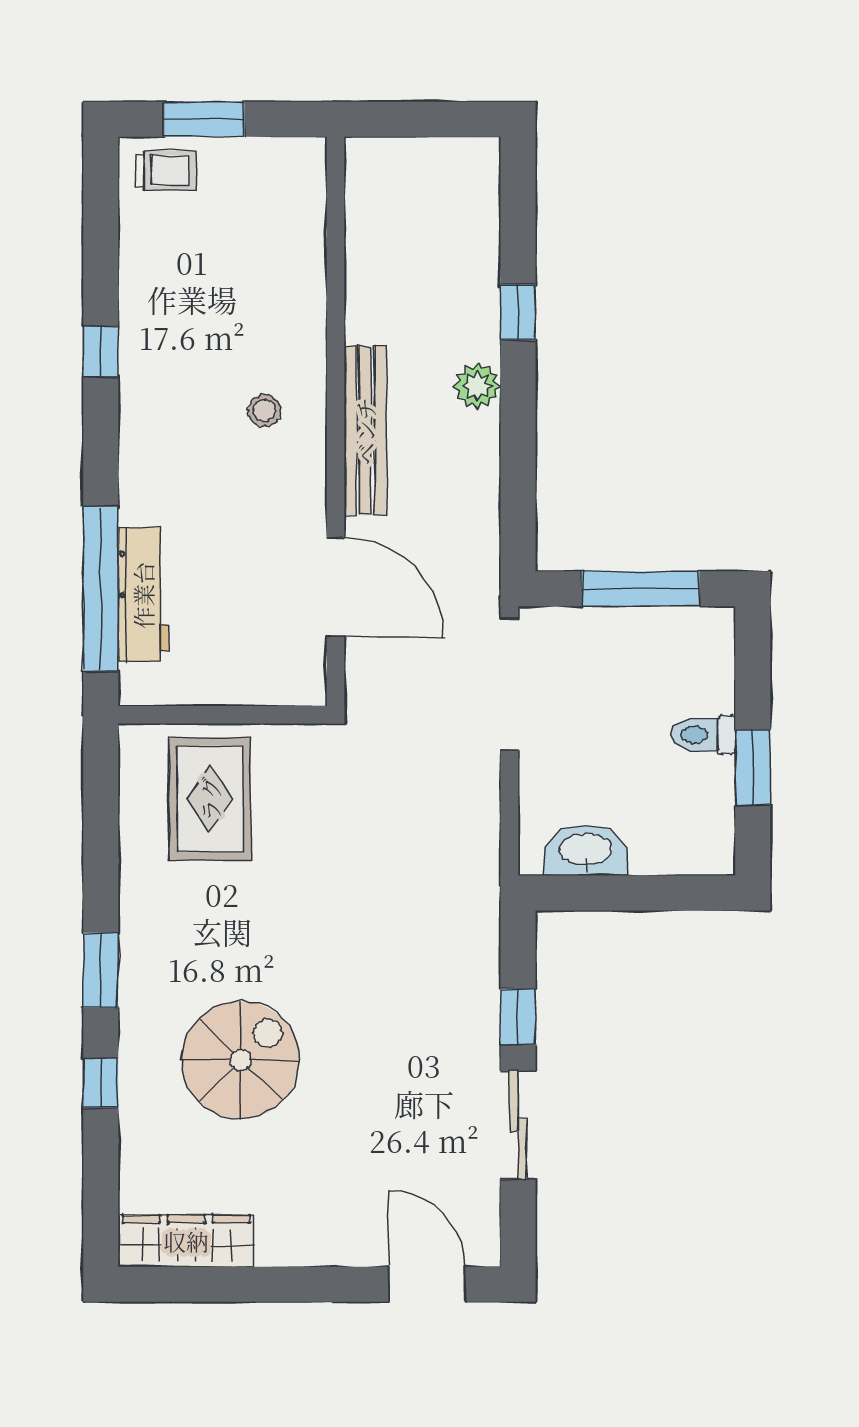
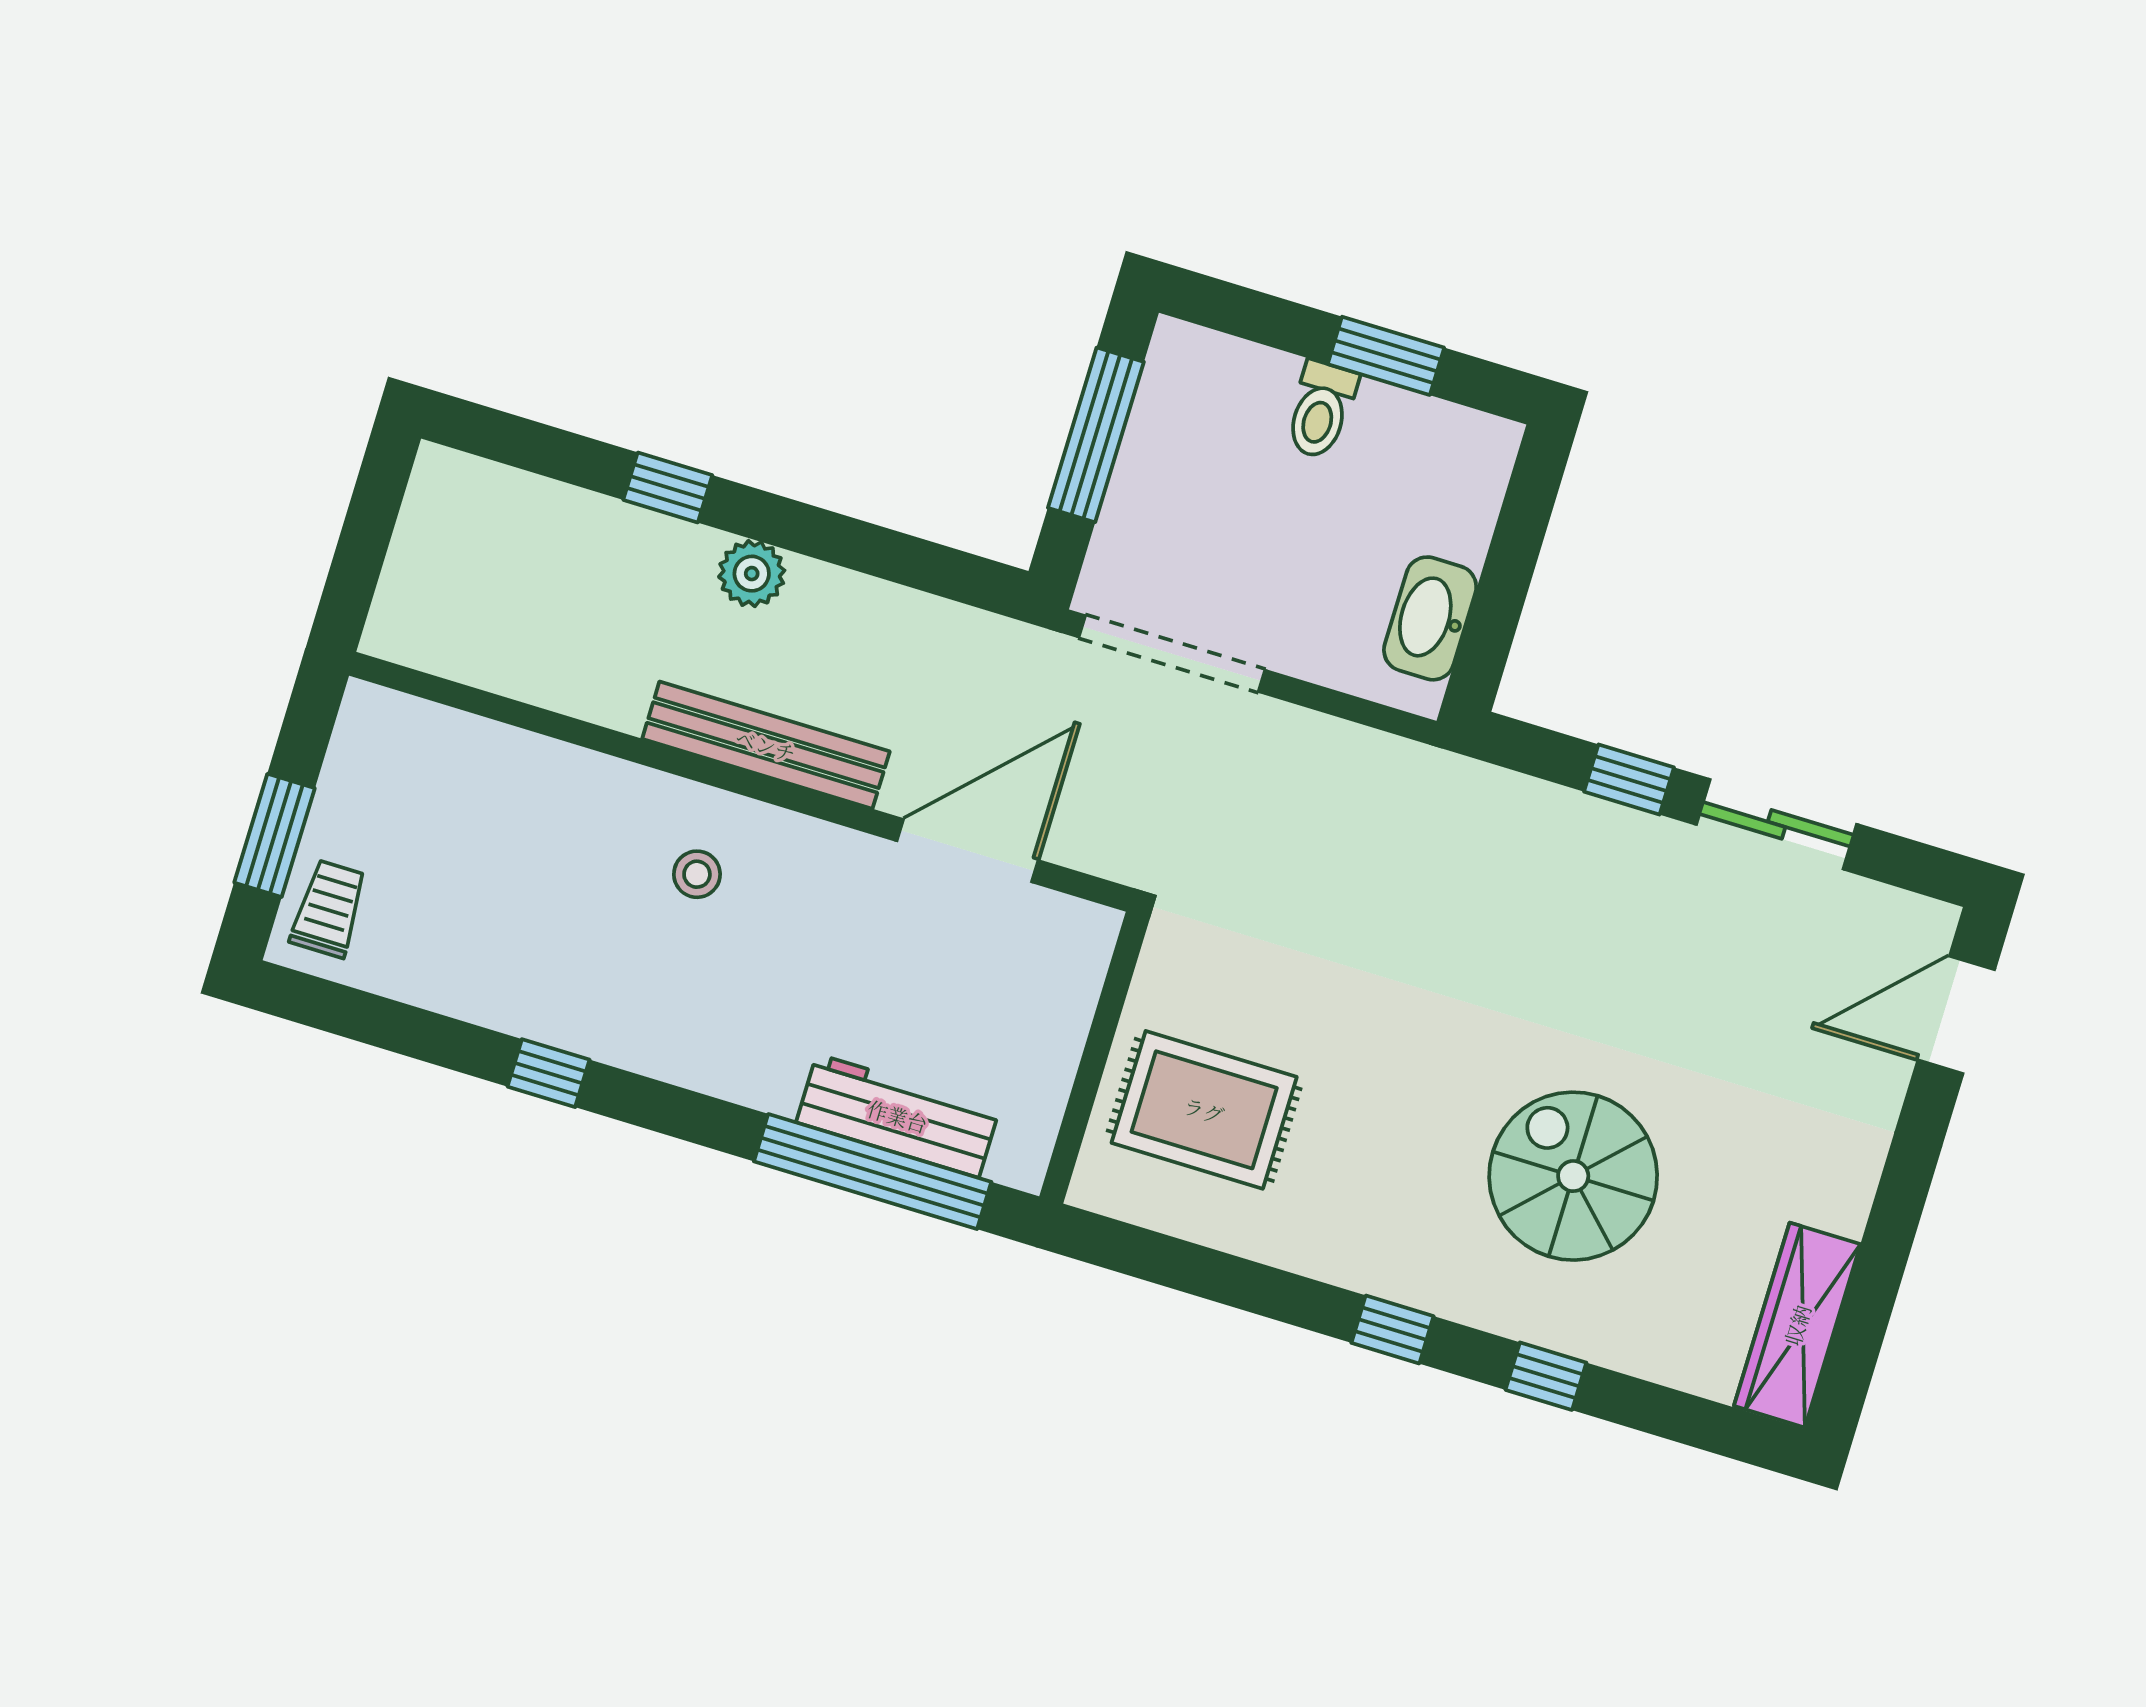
window: (101, 970) -> (1392, 1330), width x0.67

